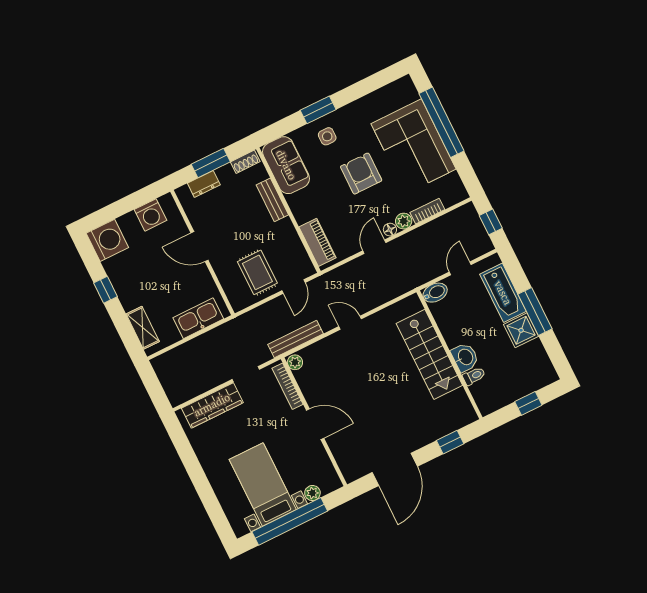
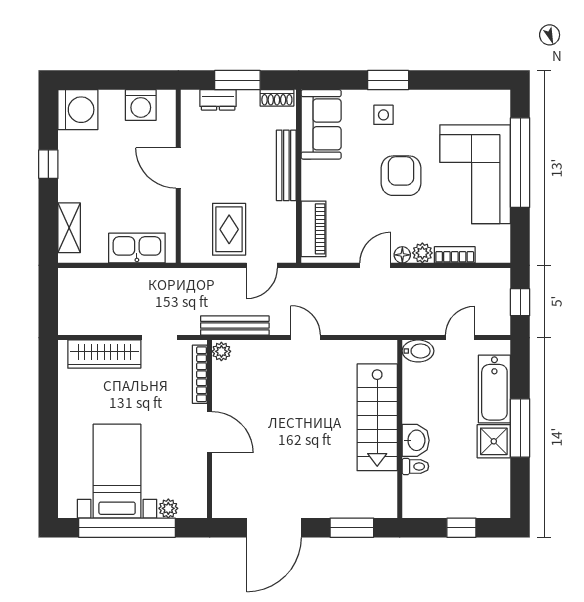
bench: (272, 200) -> (286, 165), width x1.36
window: (450, 442) -> (352, 528), width x1.50

